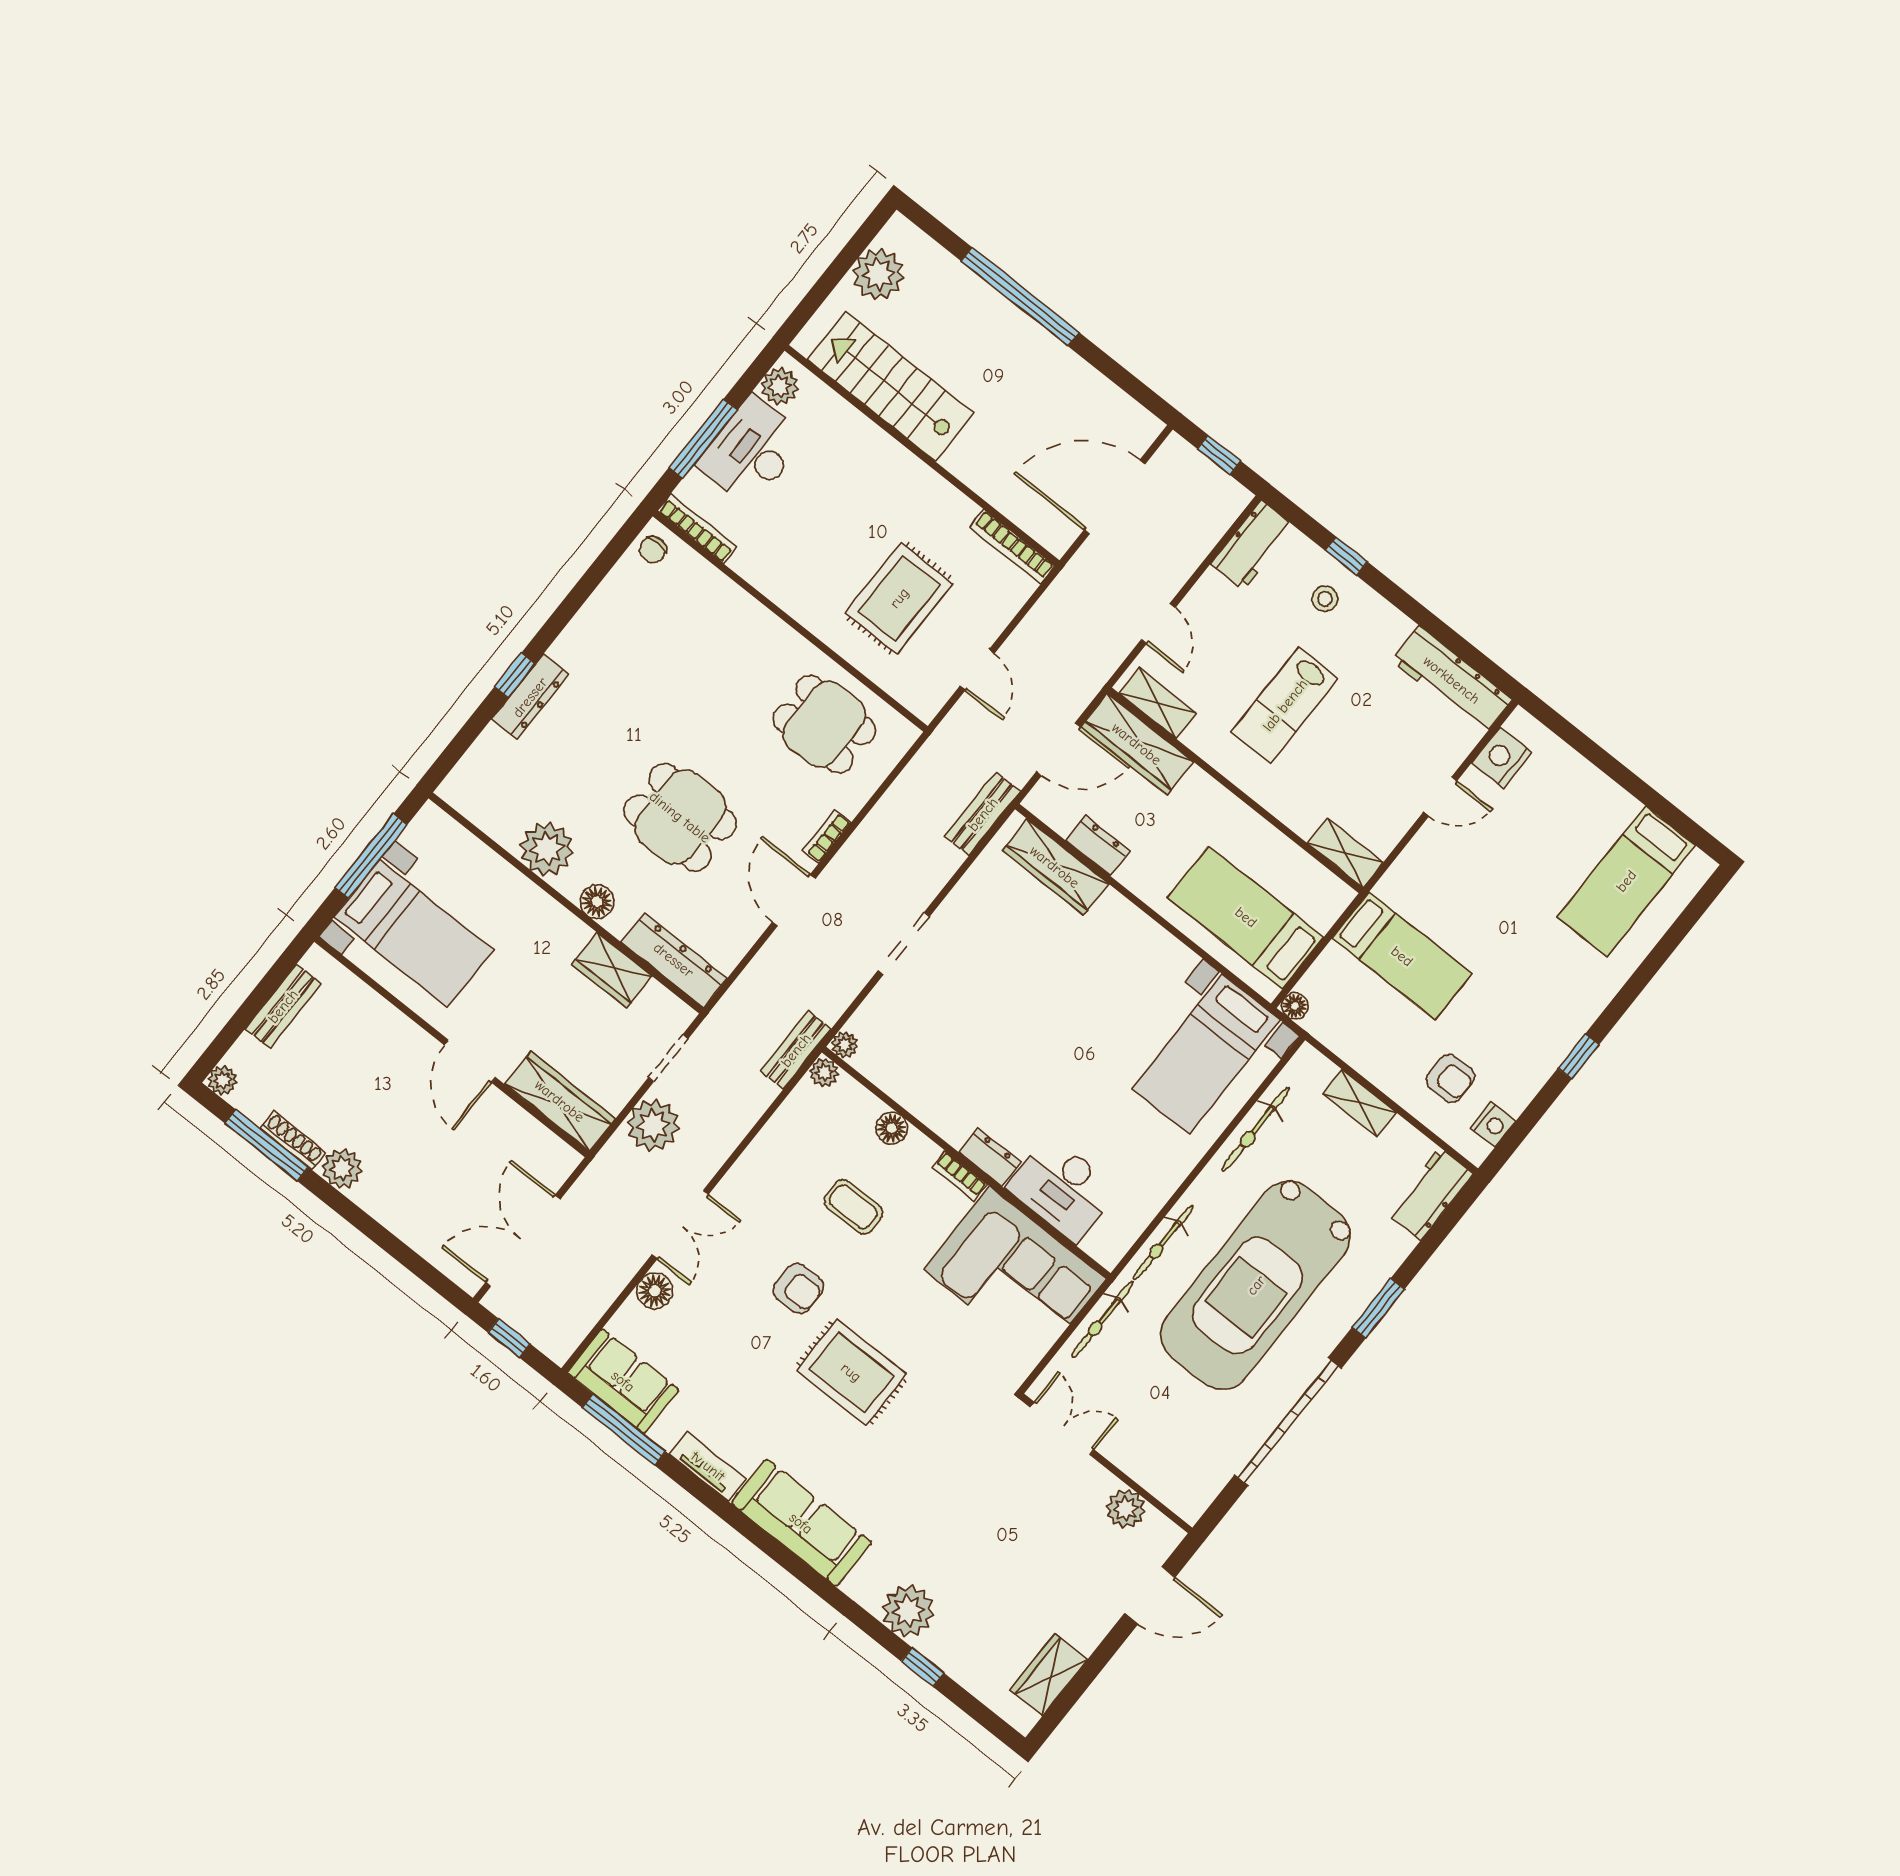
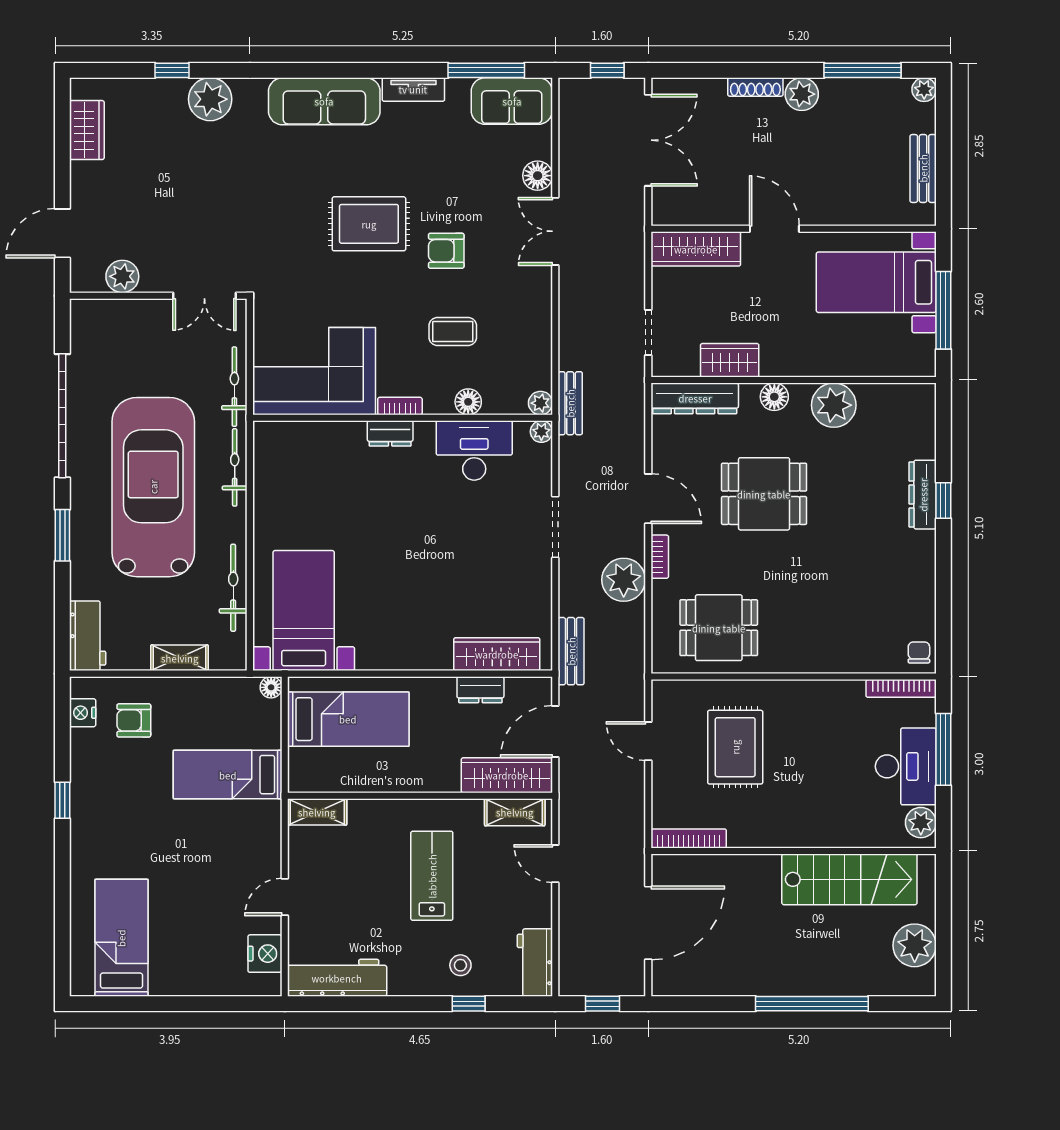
plant: (653, 1125) -> (624, 580), moved
shoe rack: (293, 1140) -> (755, 87), moved
desk: (1062, 1189) -> (474, 450), moved

